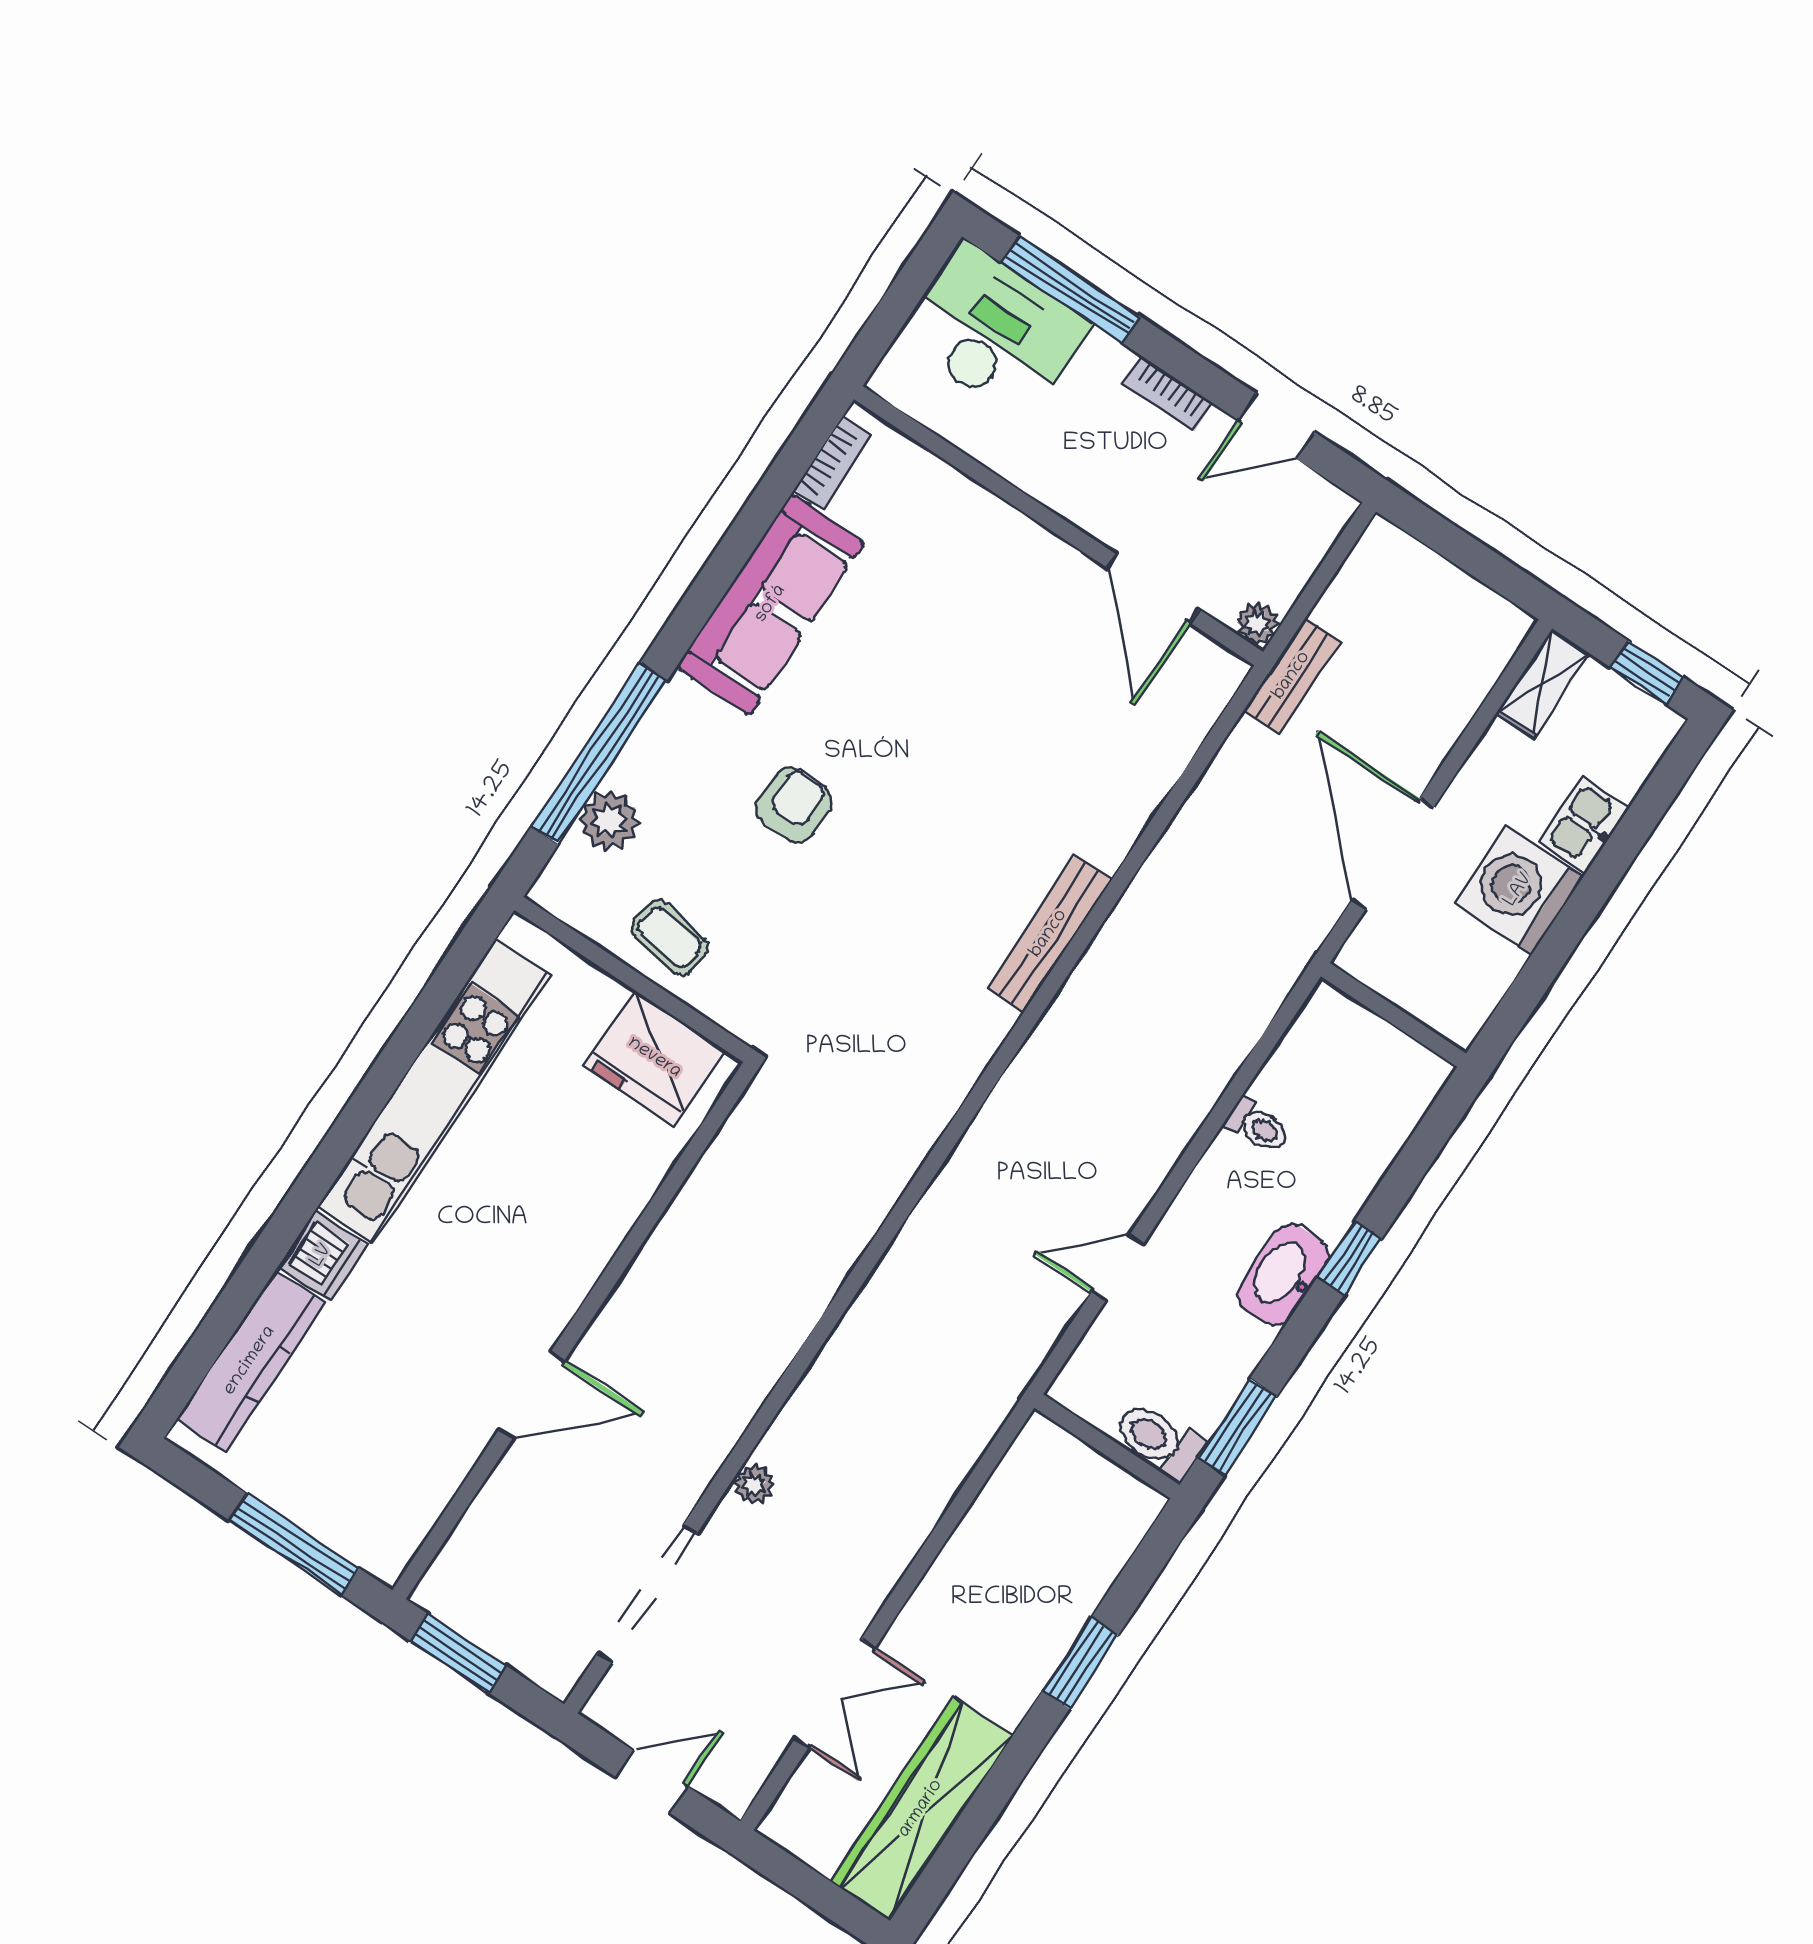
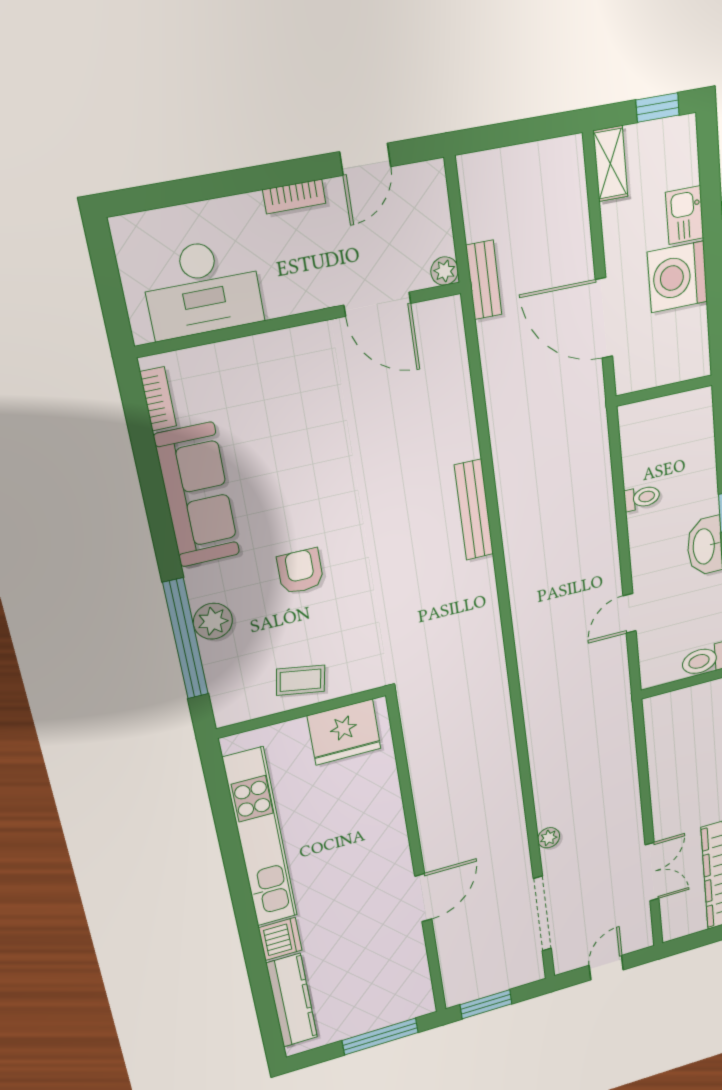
window: (1071, 289) -> (191, 190), removed
desk: (993, 331) -> (202, 288), moved, turned 180
plant: (609, 821) -> (213, 621), moved

